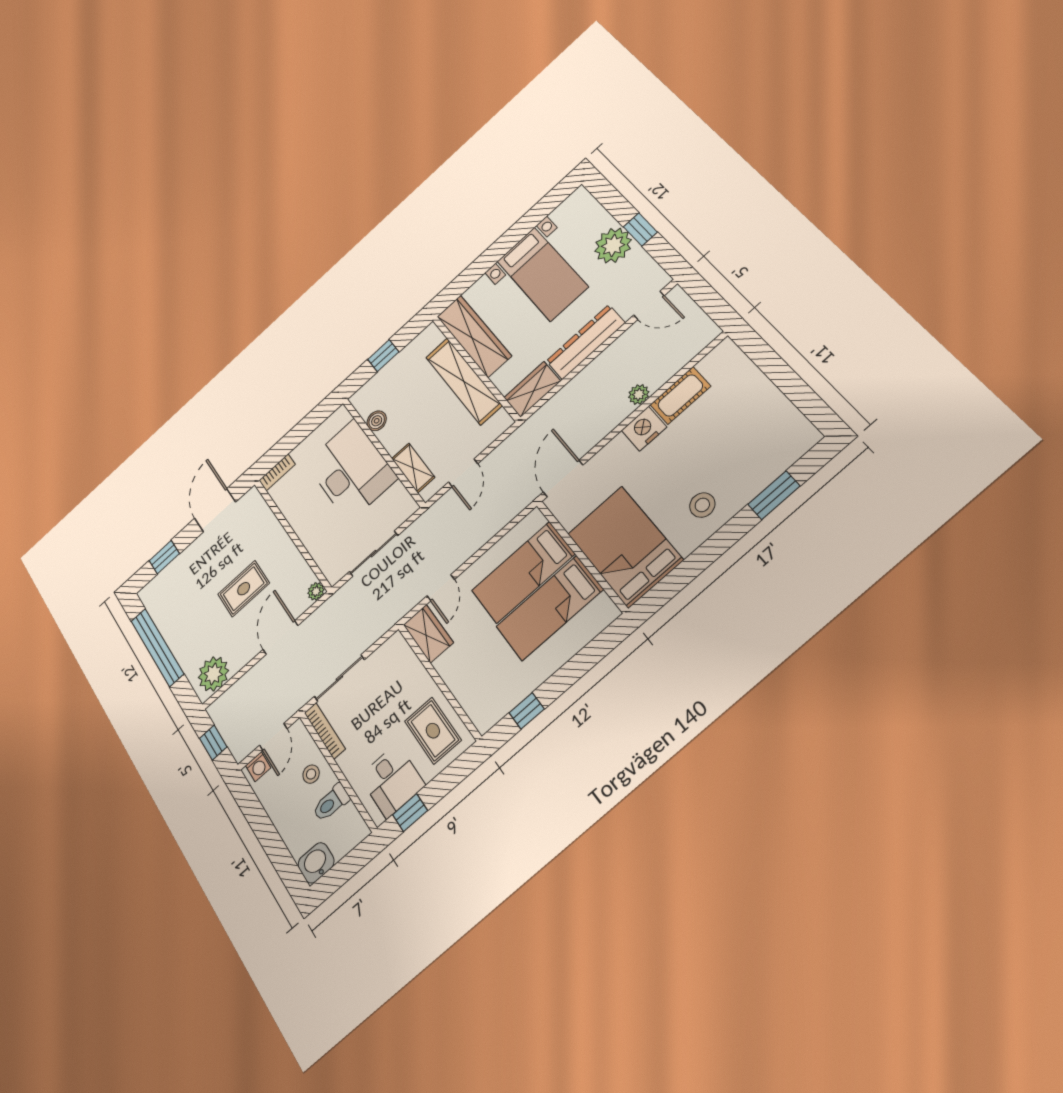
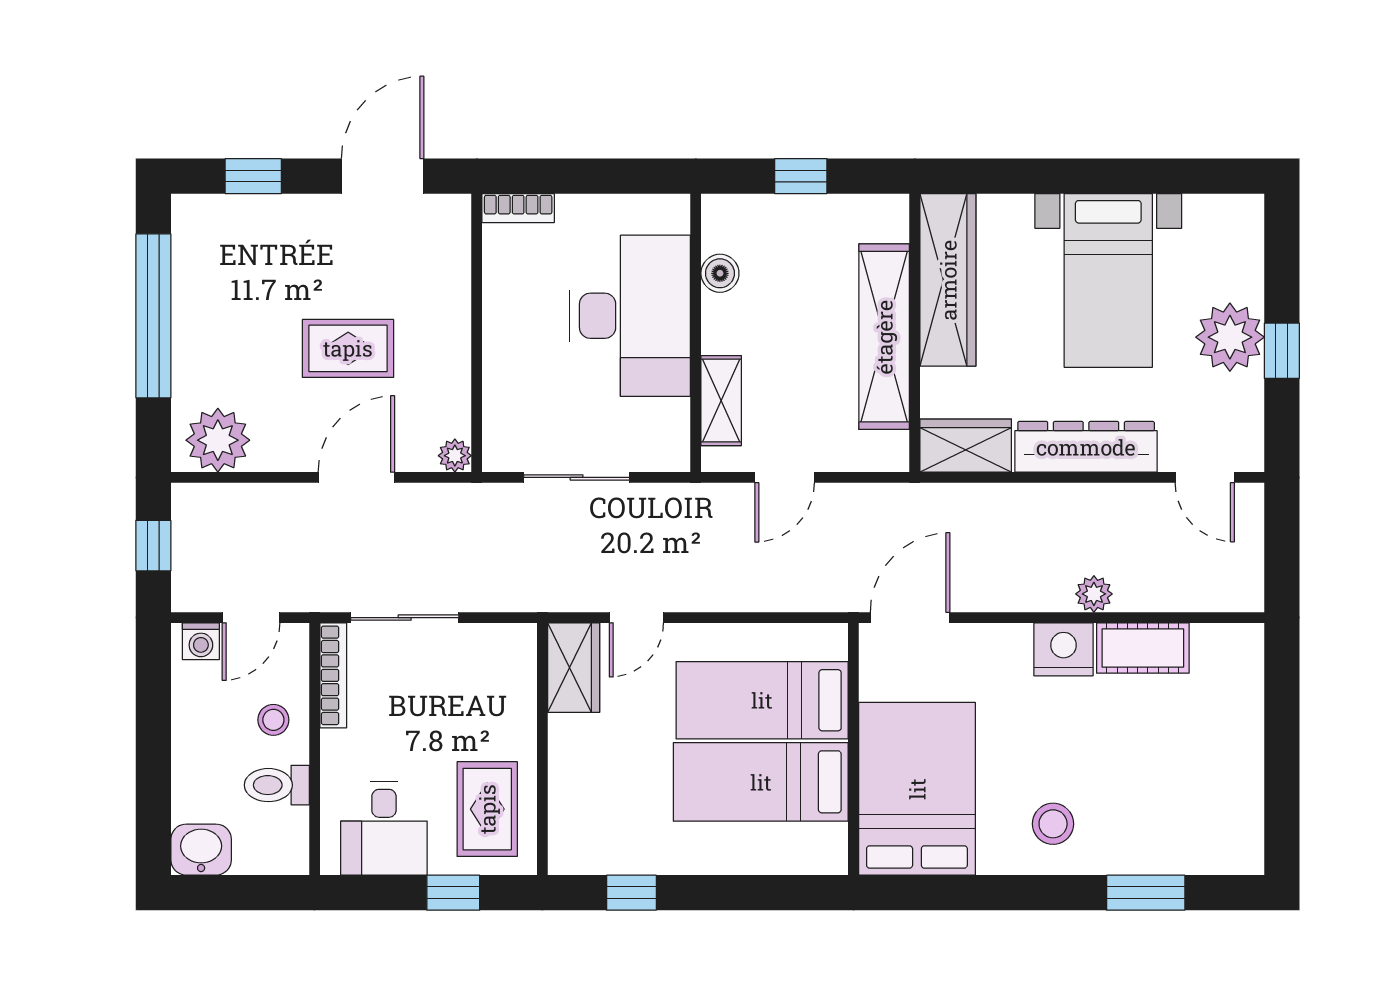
window: (410, 813) -> (453, 893), moved

